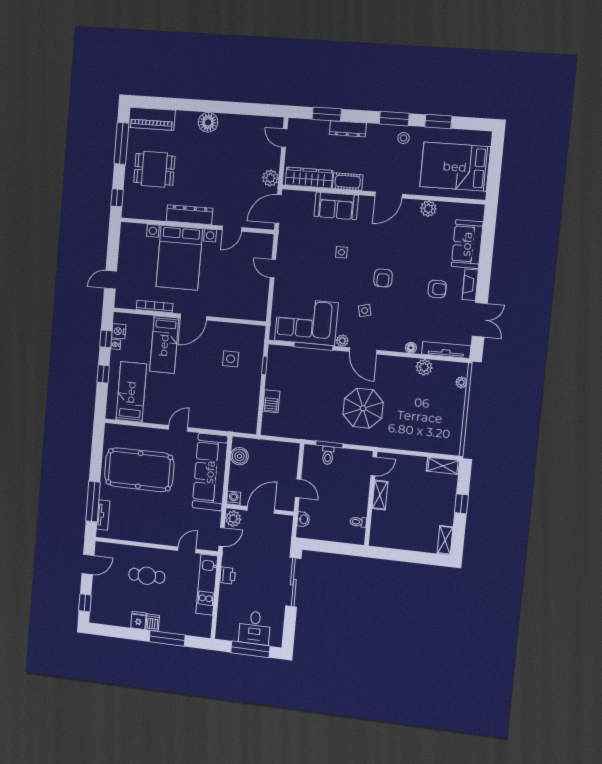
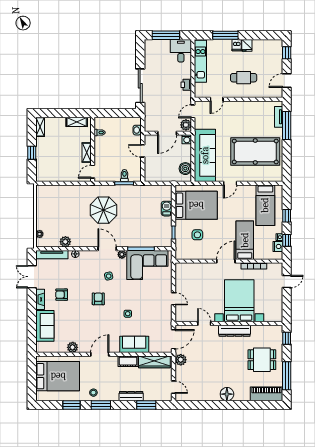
door: (232, 229) -> (204, 324), hinge flipped
bed: (229, 402) -> (196, 205), added
shelving: (443, 466) -> (77, 122), moved
kitchen unit: (207, 585) -> (200, 61), moved
desk: (255, 628) -> (181, 51), moved

